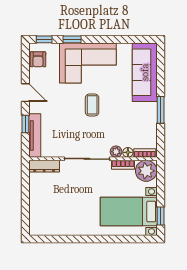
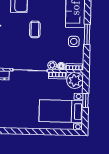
side table: (144, 120) -> (74, 41), added
window: (161, 216) -> (85, 100), moved

